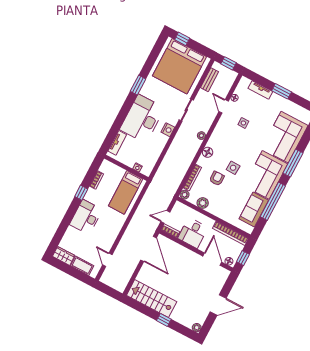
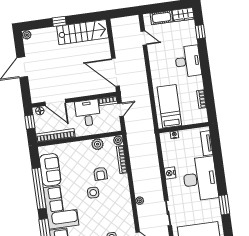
nightstand: (168, 130) -> (170, 173), moved
floor lamp: (208, 152) -> (124, 190), removed
window: (81, 193) -> (200, 32), moved

